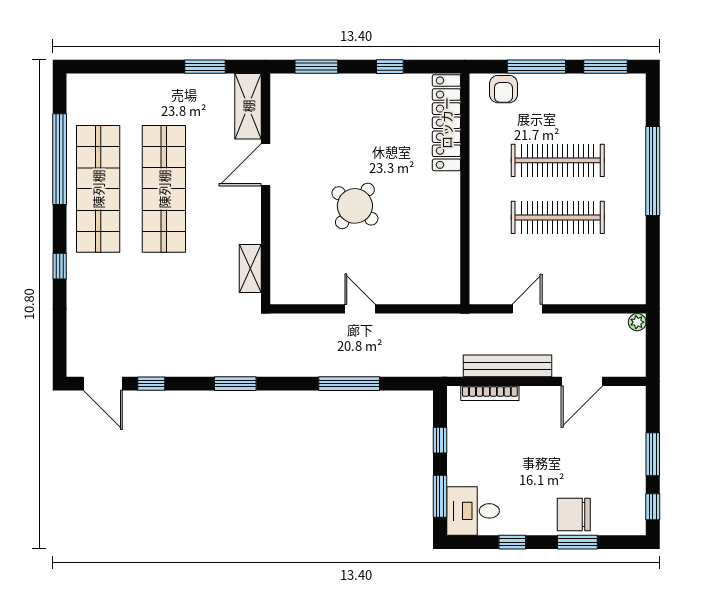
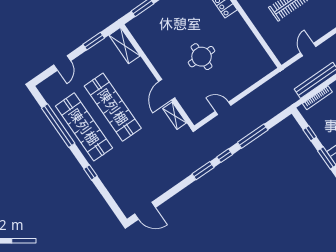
door: (133, 67) -> (62, 63), added
door: (266, 165) -> (167, 90), moved
round table: (355, 206) -> (202, 57), turned -38
door: (360, 309) -> (223, 108), moved
window: (151, 384) -> (225, 156), moved

